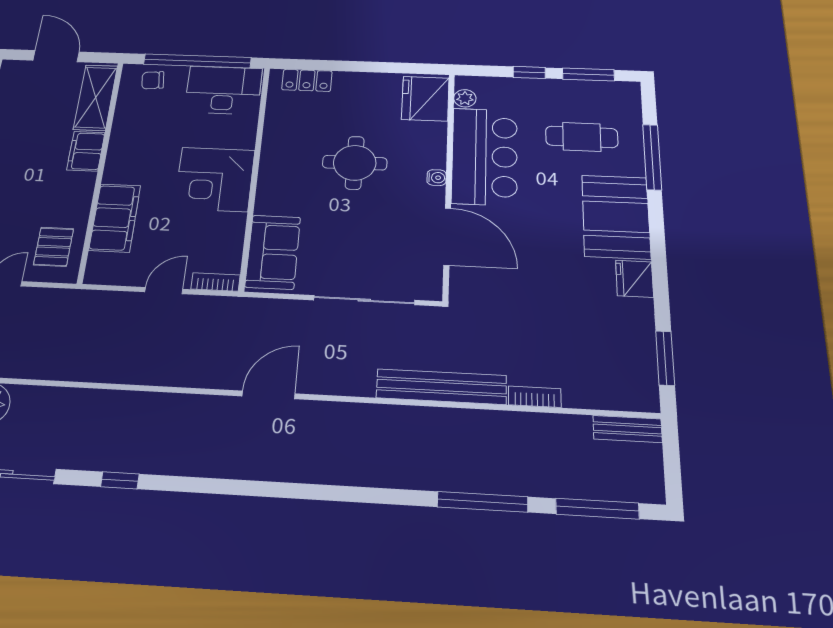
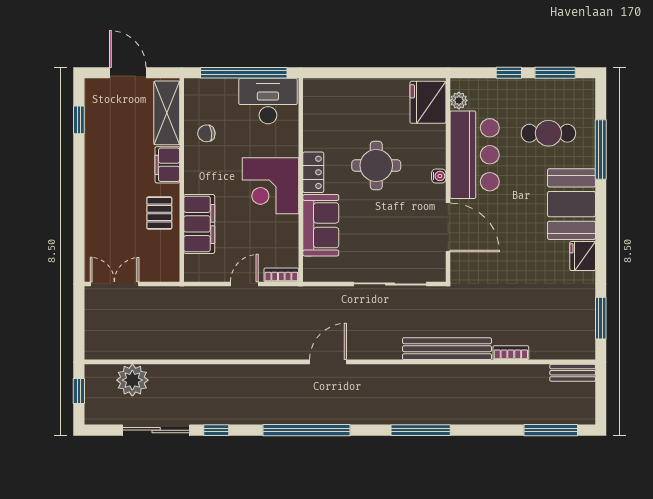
chair: (153, 80) -> (206, 133), moved
locker: (307, 80) -> (313, 172), moved, turned -90
pallet: (54, 247) -> (159, 213), moved
sofa: (273, 252) -> (321, 225), moved
window: (120, 480) -> (216, 430), moved
window: (227, 487) -> (307, 430), added
window: (483, 502) -> (421, 430), moved

